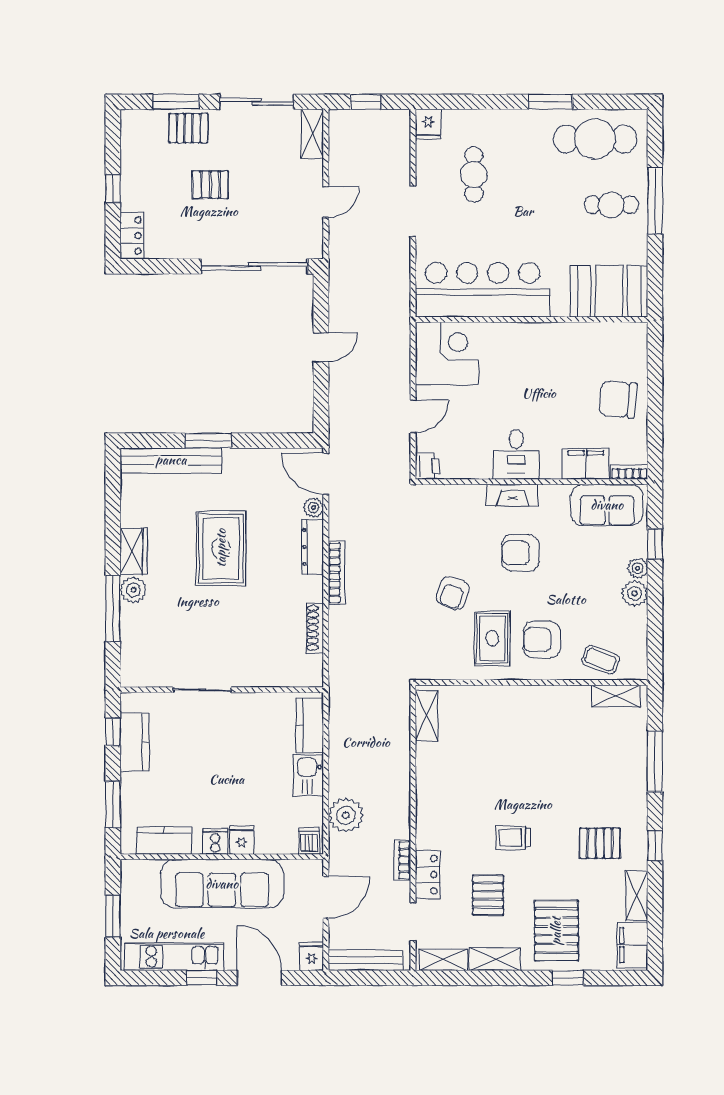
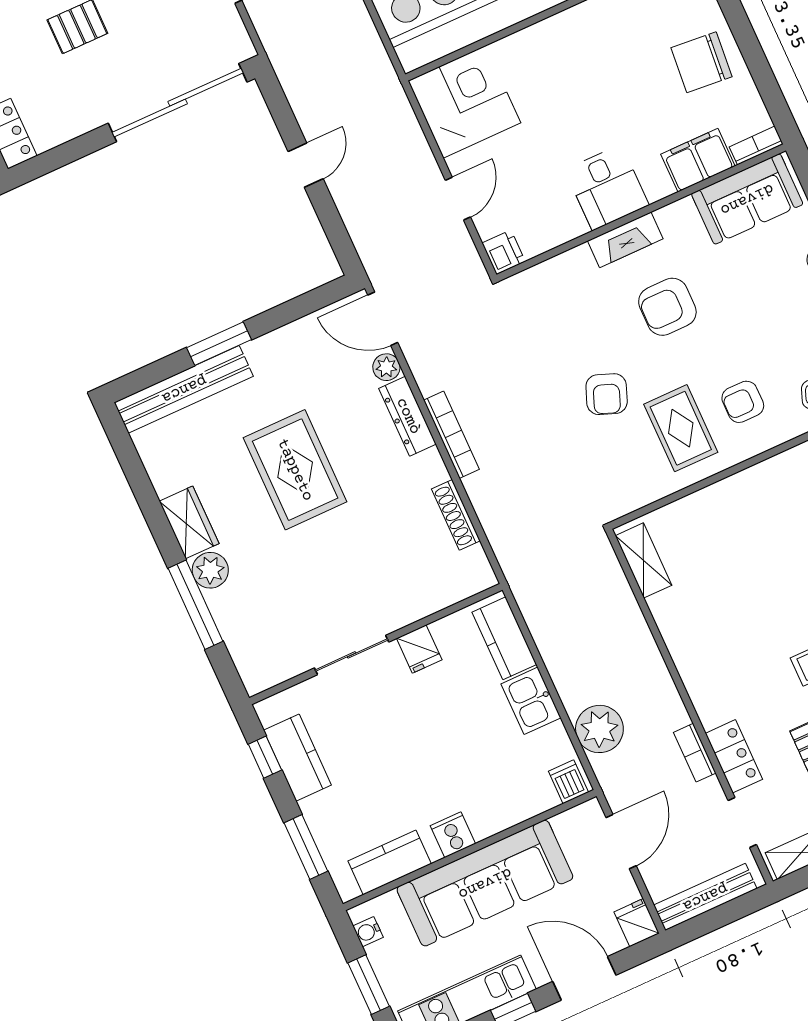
armchair: (542, 640) -> (743, 402), width x0.72, depth x0.72
fridge: (242, 840) -> (419, 649), moved, turned 180
water cooler: (129, 880) -> (368, 932), added

